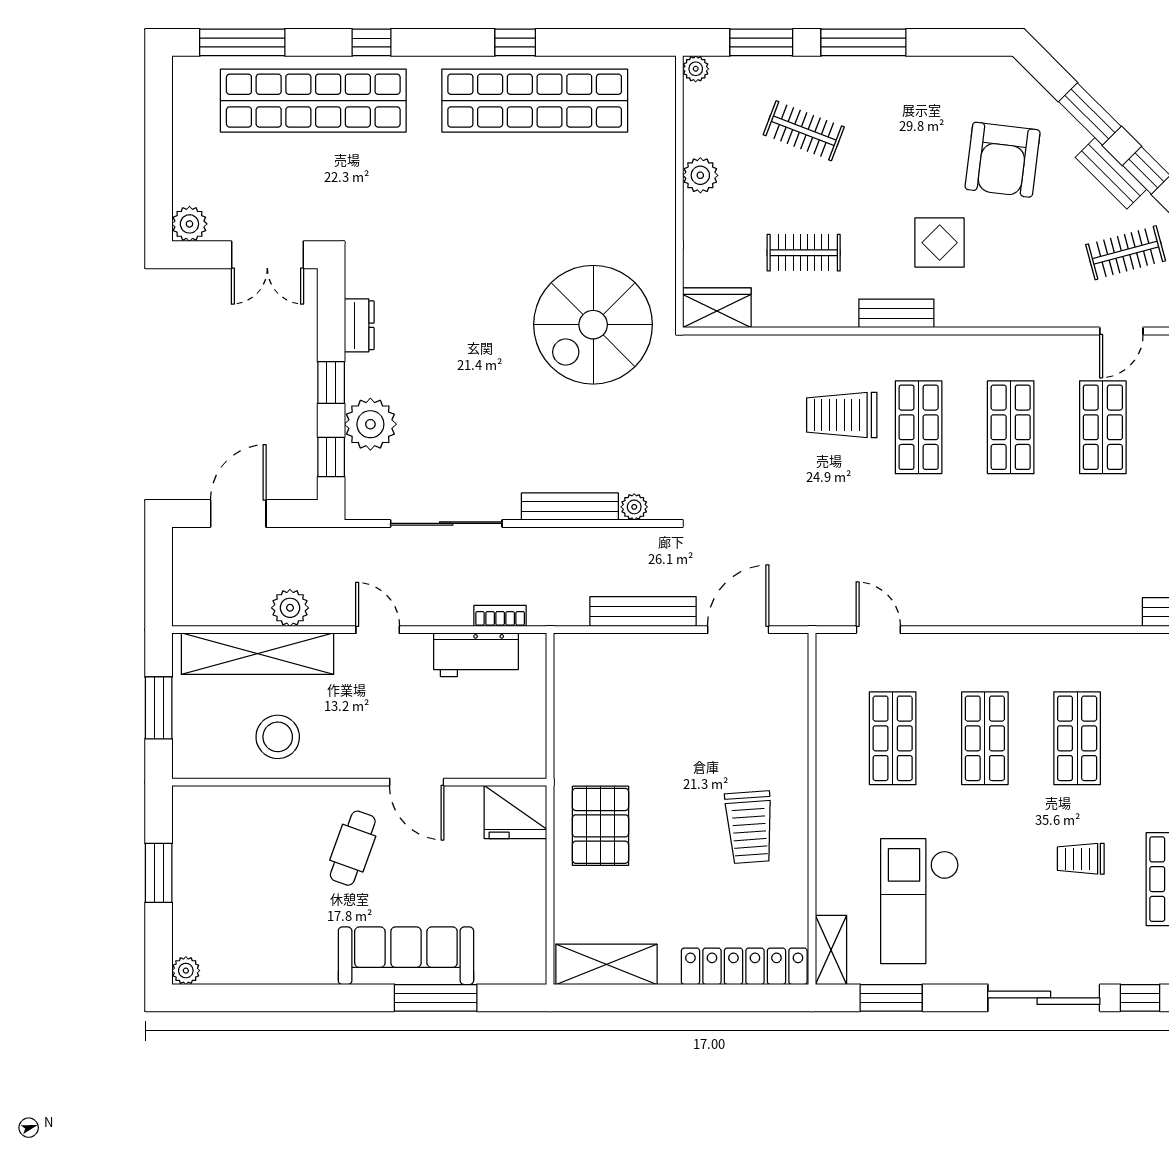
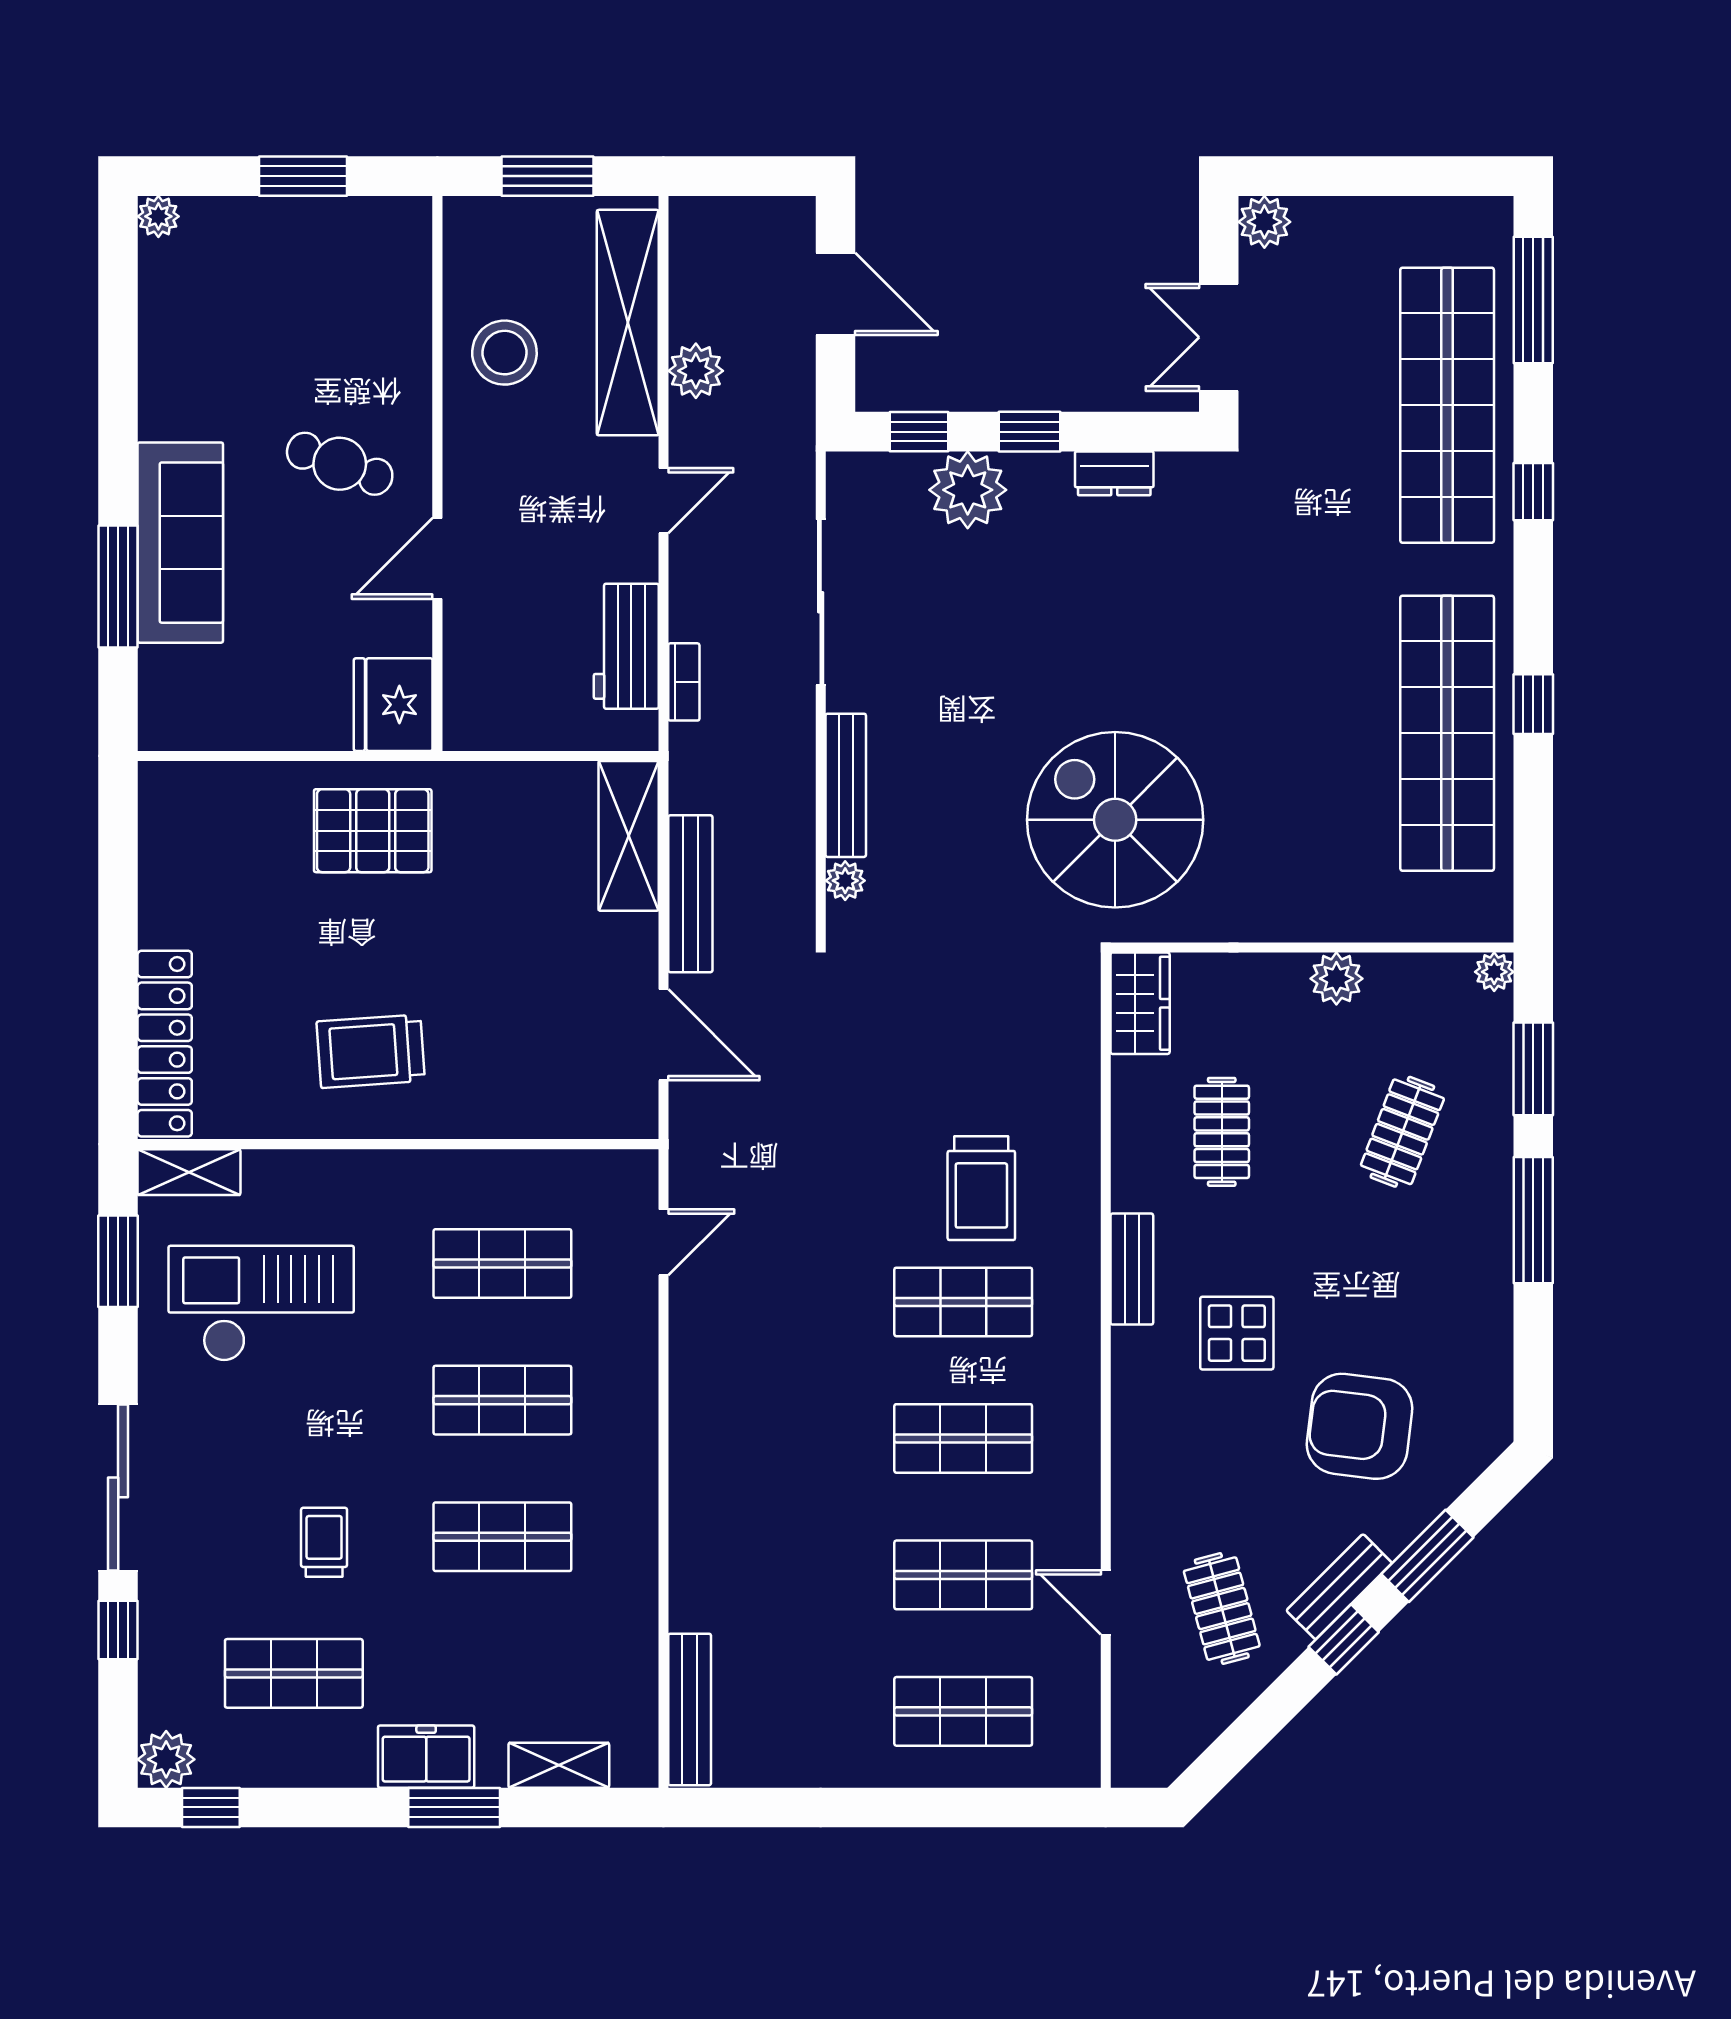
trolley: (842, 415) -> (981, 1188), turned 180
shelving: (606, 964) -> (629, 836), moved

